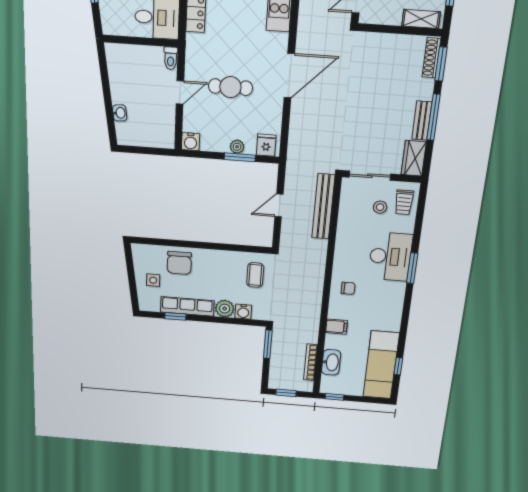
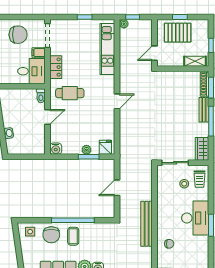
door: (289, 76) -> (117, 101), width x0.53
cafe table: (230, 87) -> (70, 93), moved
bench: (422, 121) -> (204, 110), moved
bench: (323, 206) -> (147, 224), moved
window: (211, 246) -> (73, 220), added
coffee table: (255, 275) -> (73, 236), moved
side table: (153, 280) -> (30, 232), moved

